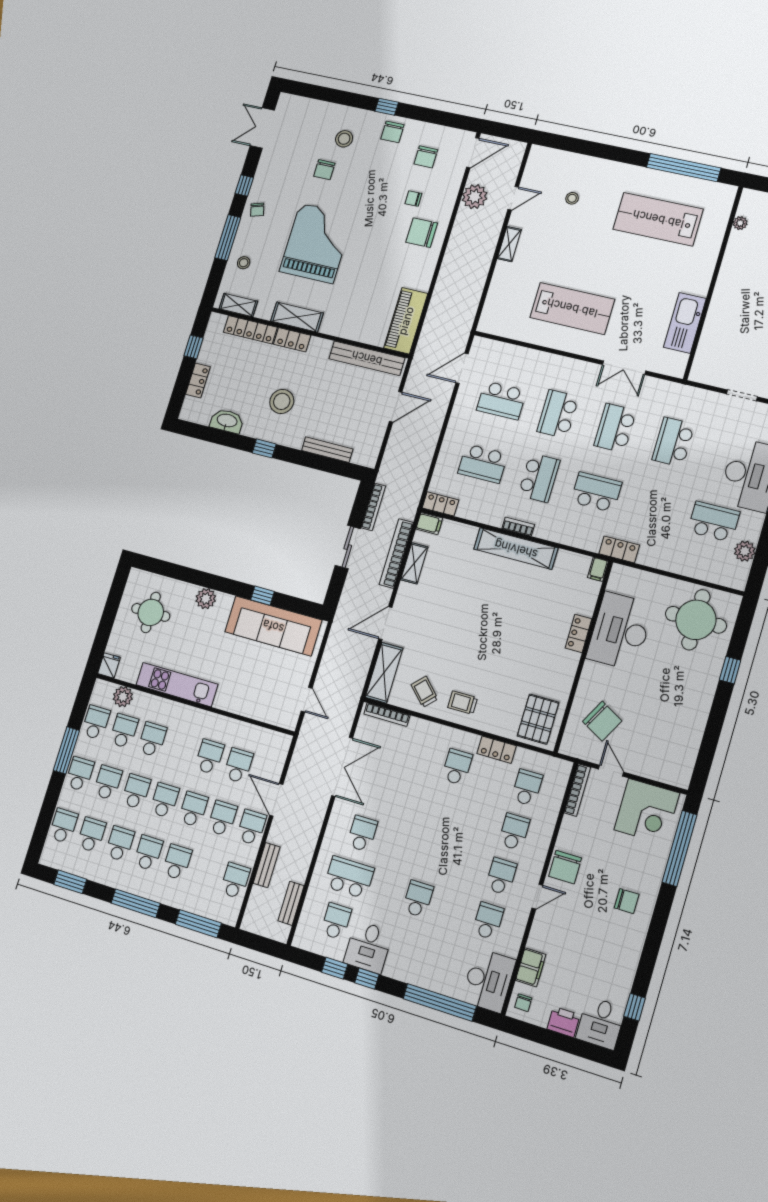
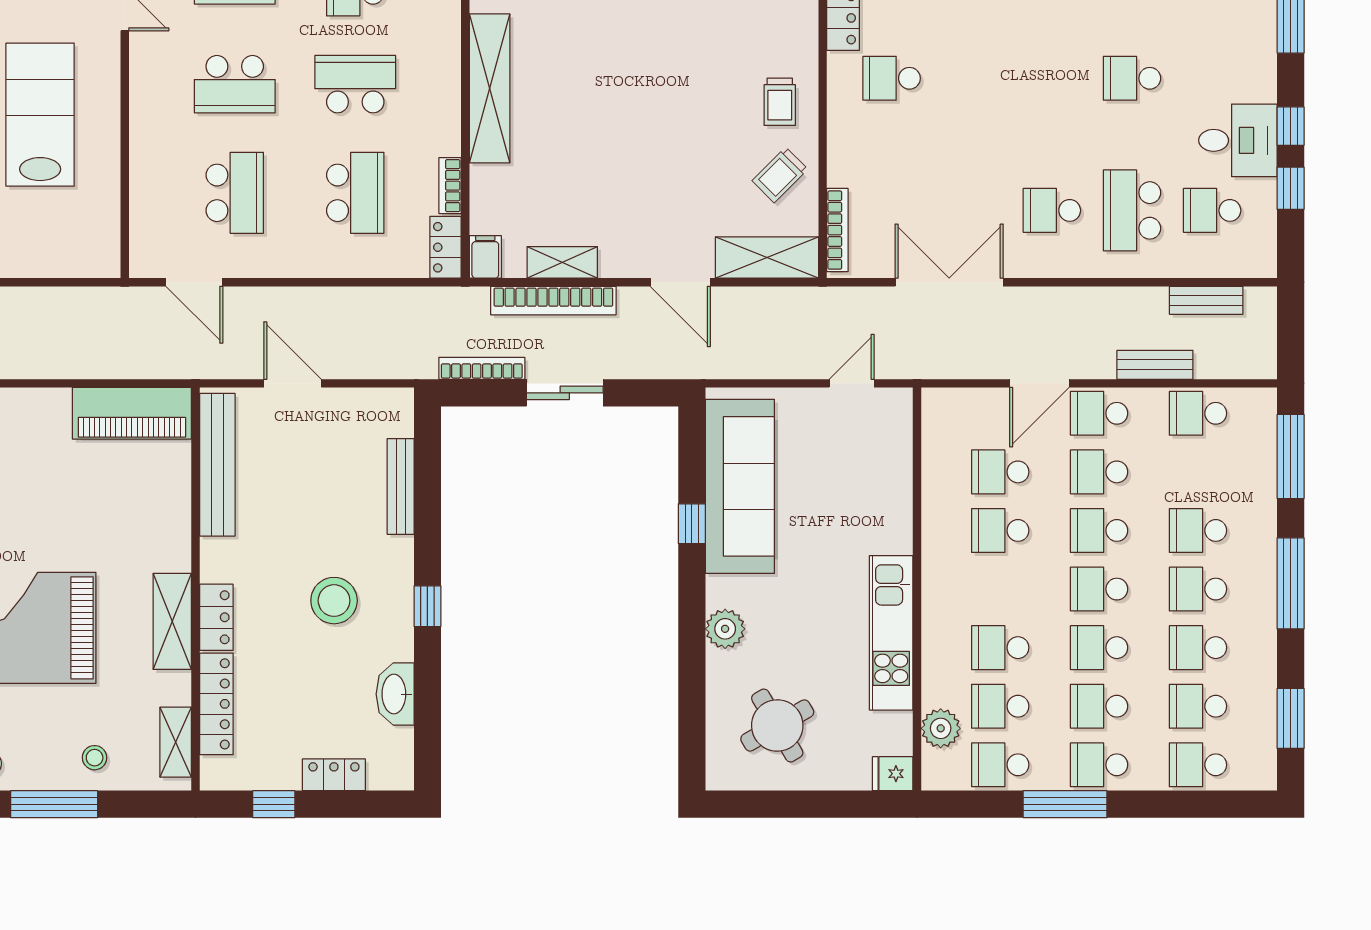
bookcase: (518, 527) -> (450, 186), moved
round table: (151, 612) -> (777, 726), turned -30

